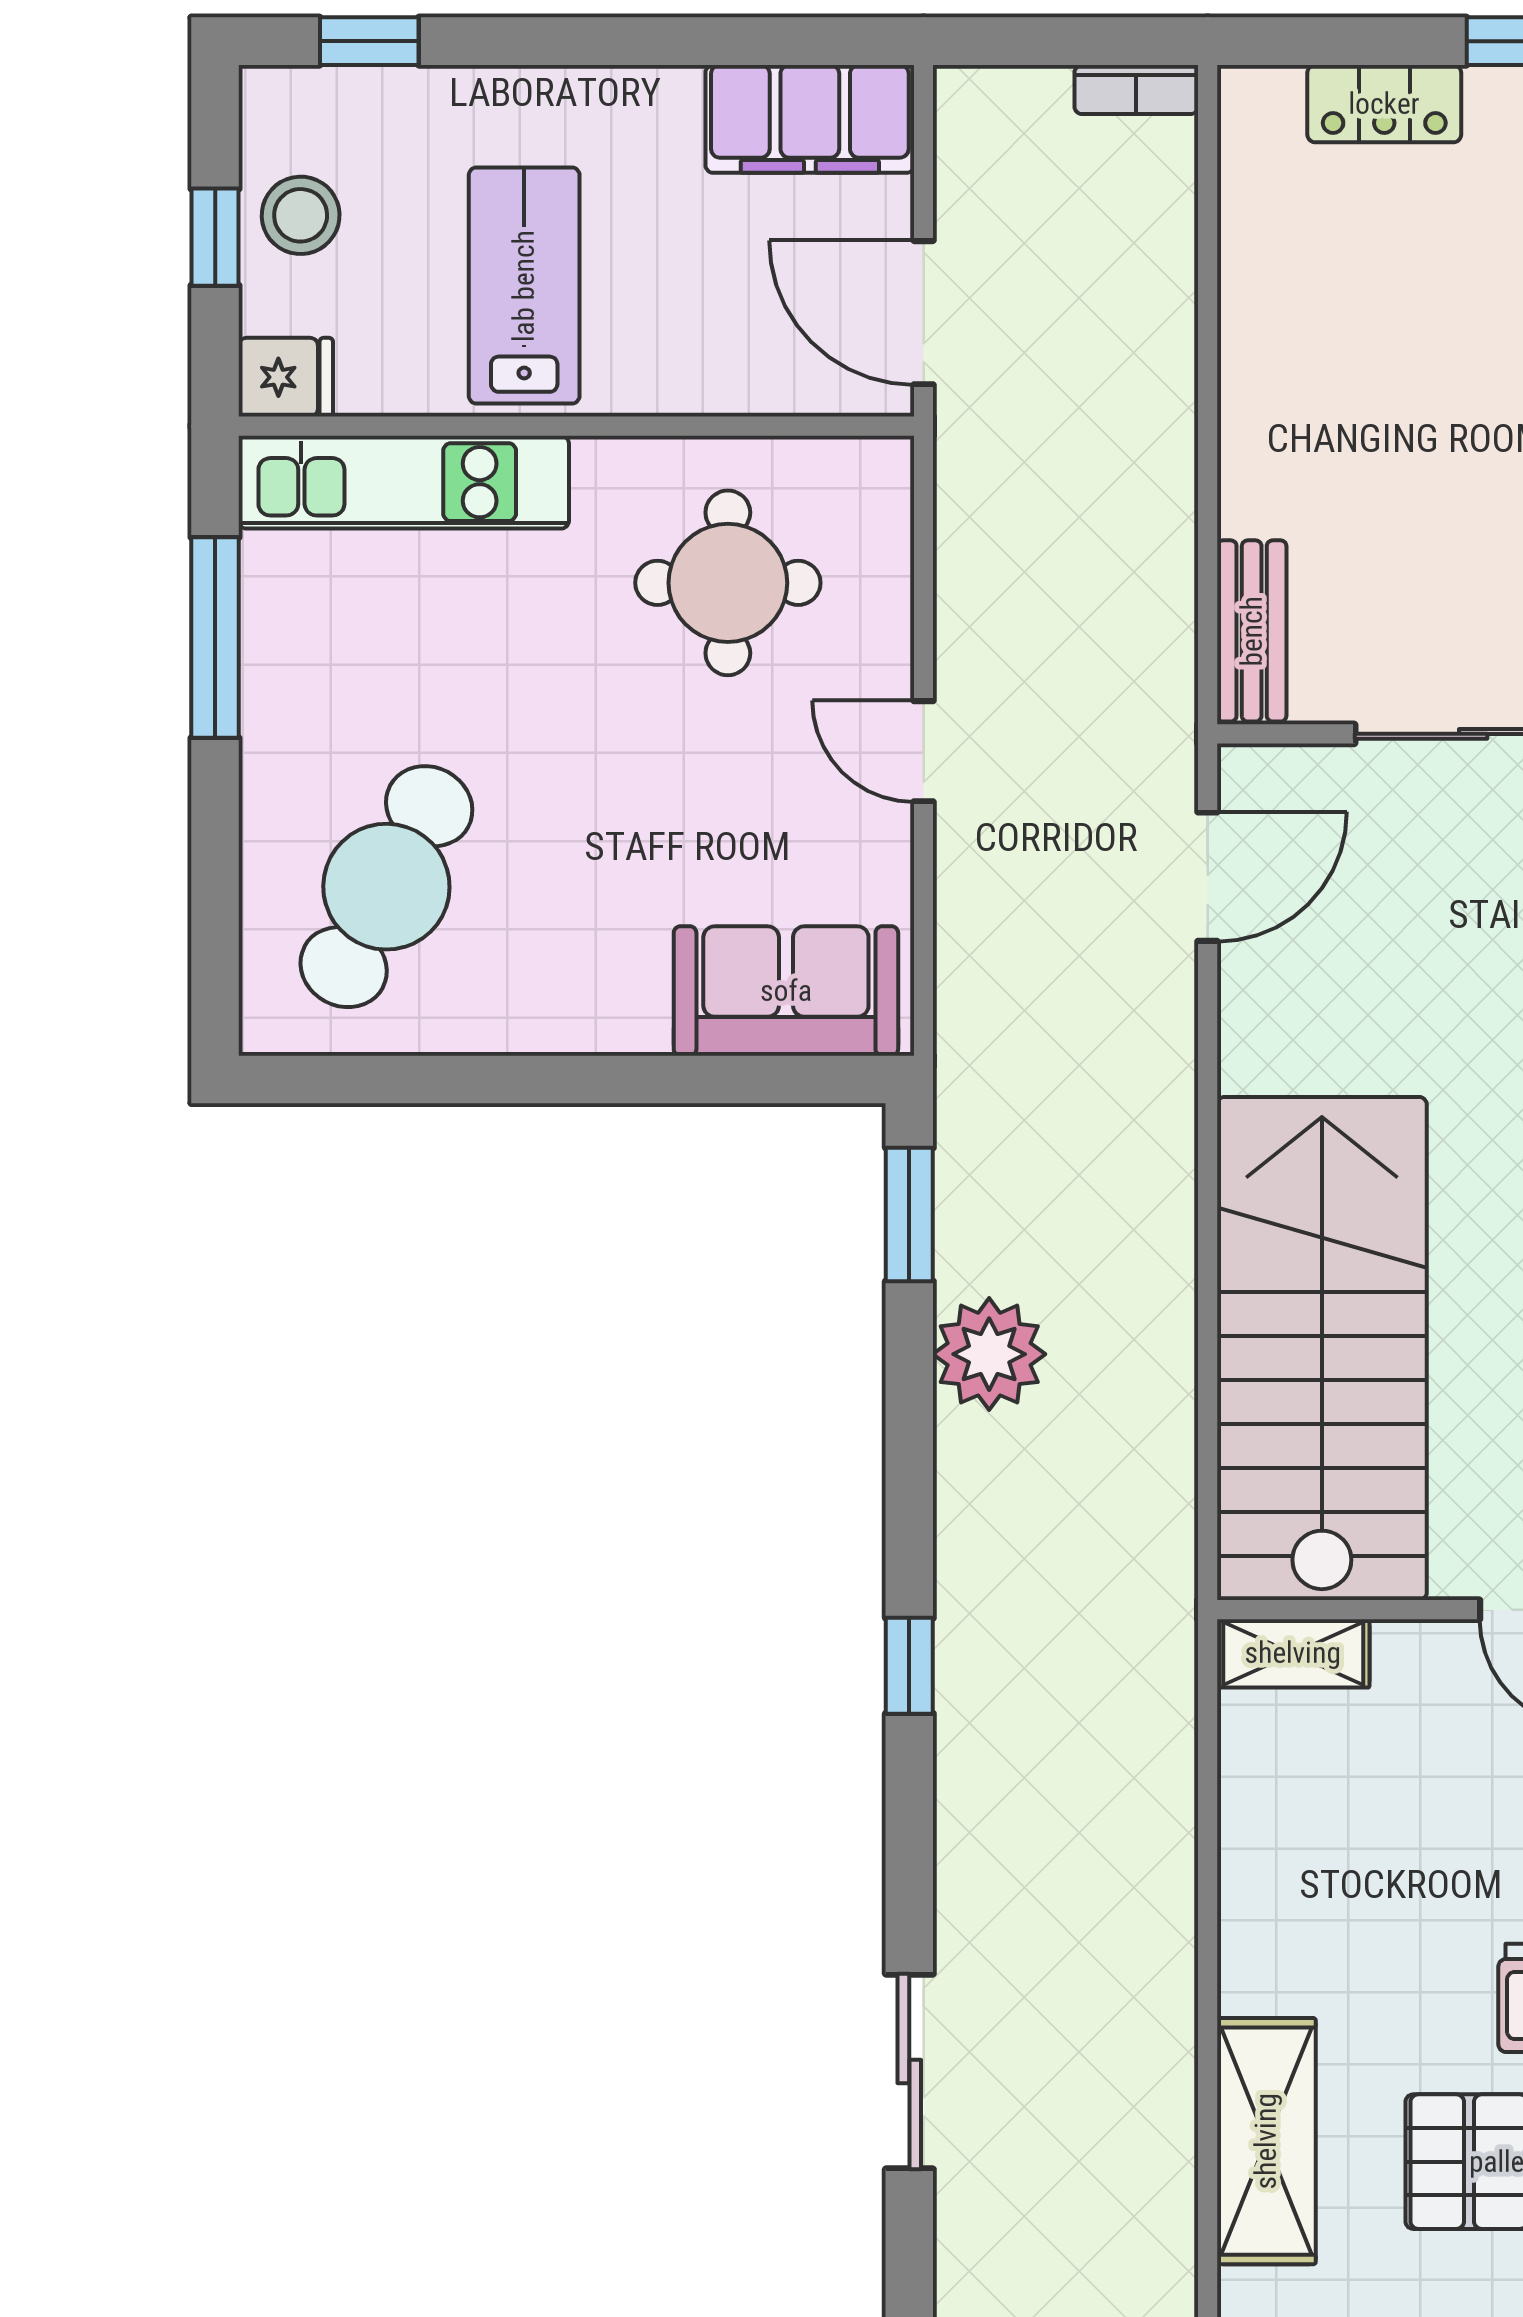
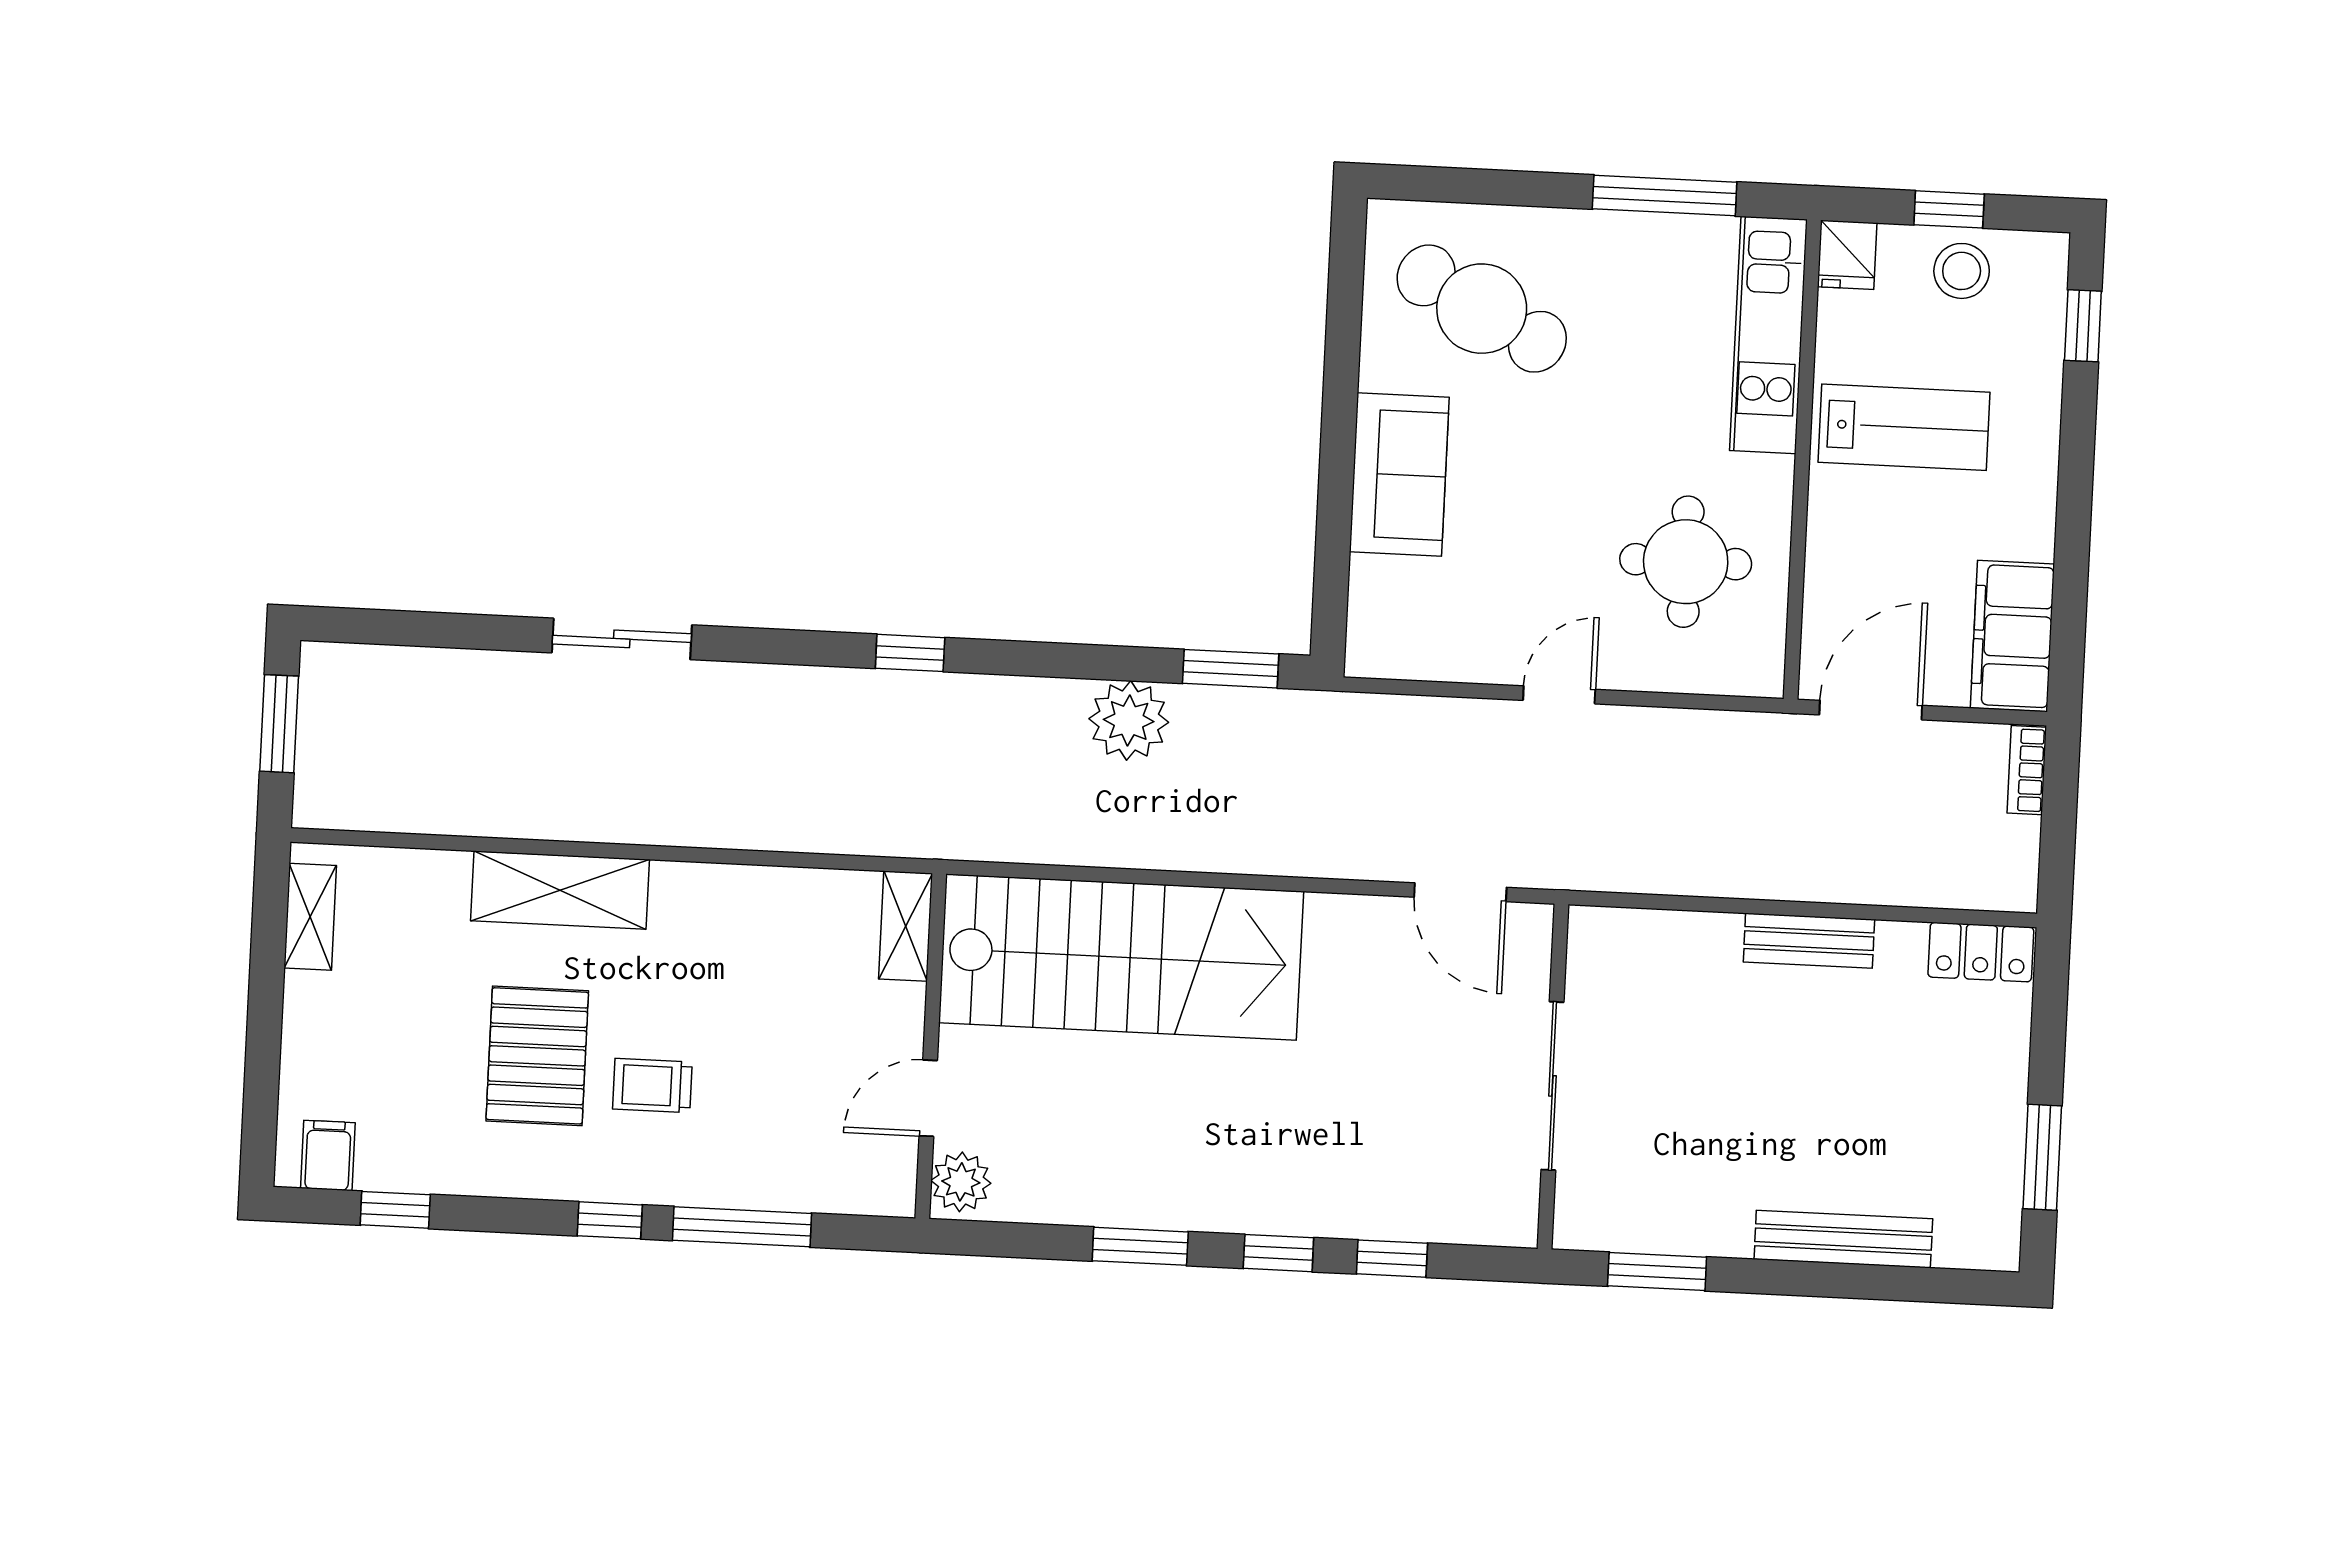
bookcase: (1136, 90) -> (2027, 770), moved
locker: (1384, 104) -> (1981, 952), moved, turned -90
bench: (1252, 631) -> (1809, 941), moved
sofa: (786, 991) -> (1399, 475), moved

